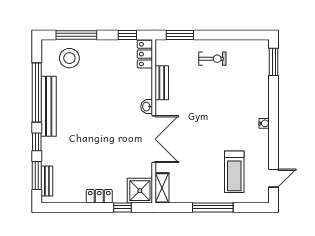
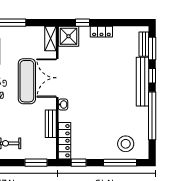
locker: (145, 54) -> (64, 141), width x1.53
bench: (49, 106) -> (142, 82), moved
exercise mat: (191, 135) -> (27, 81), added

